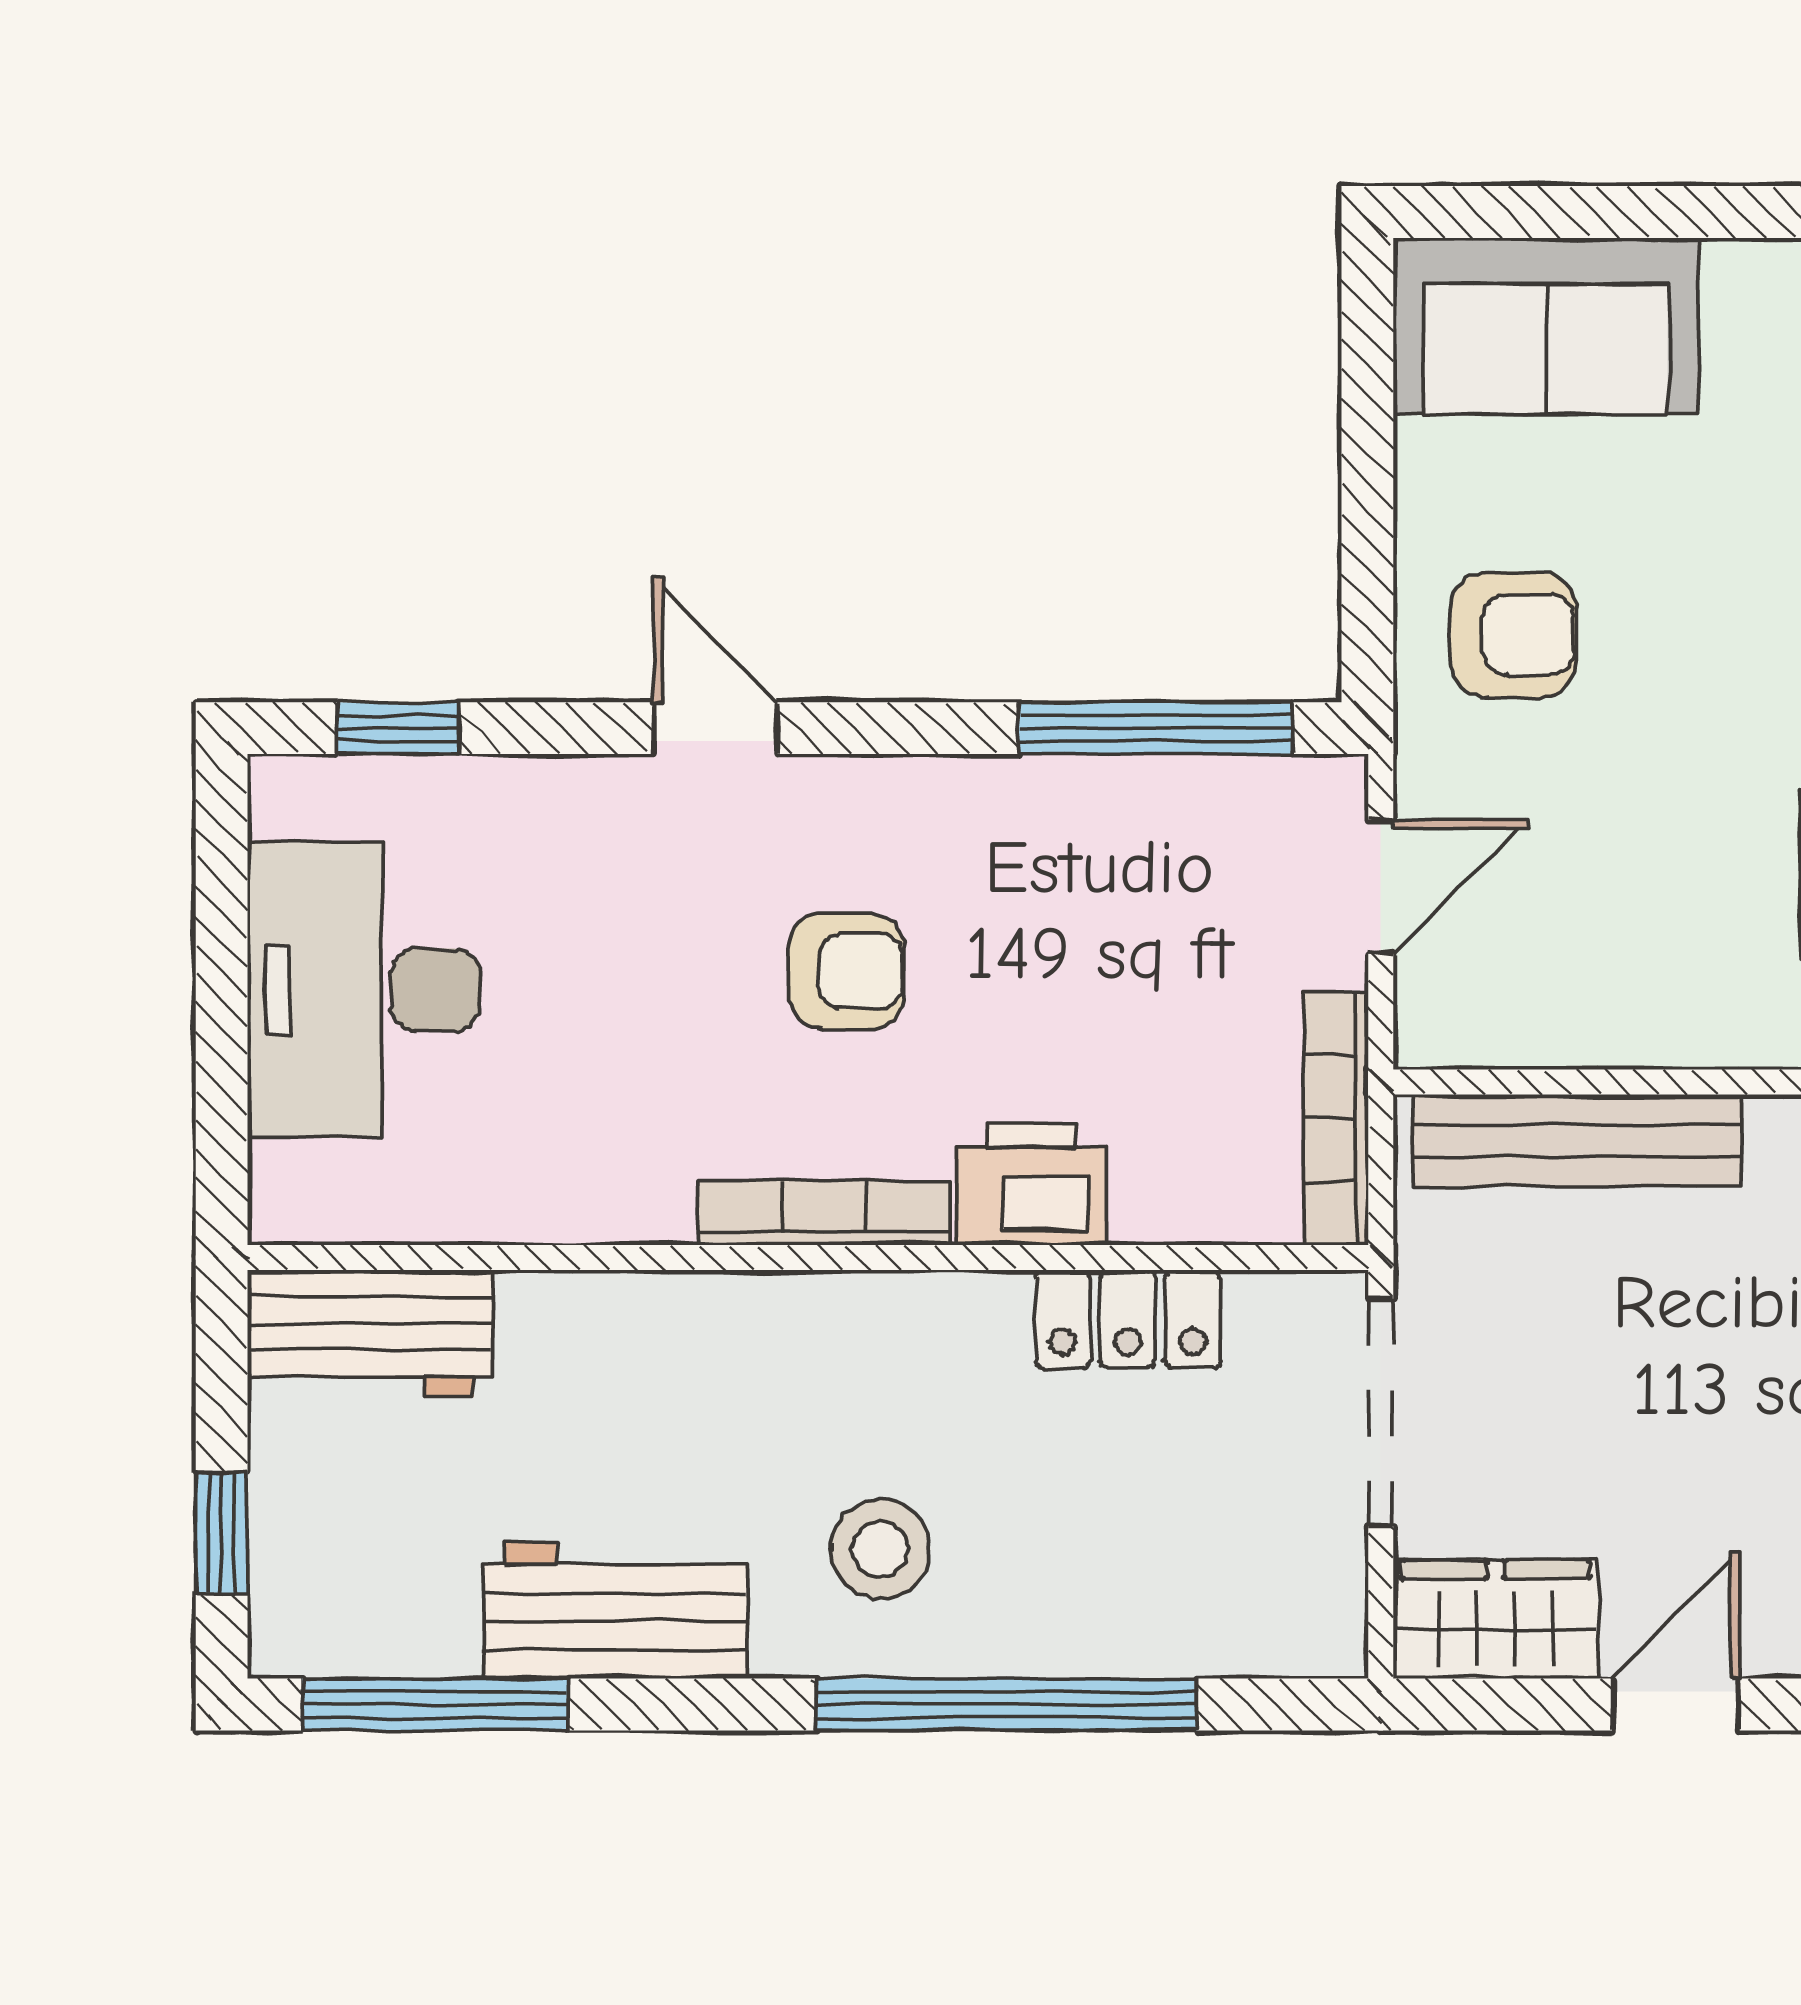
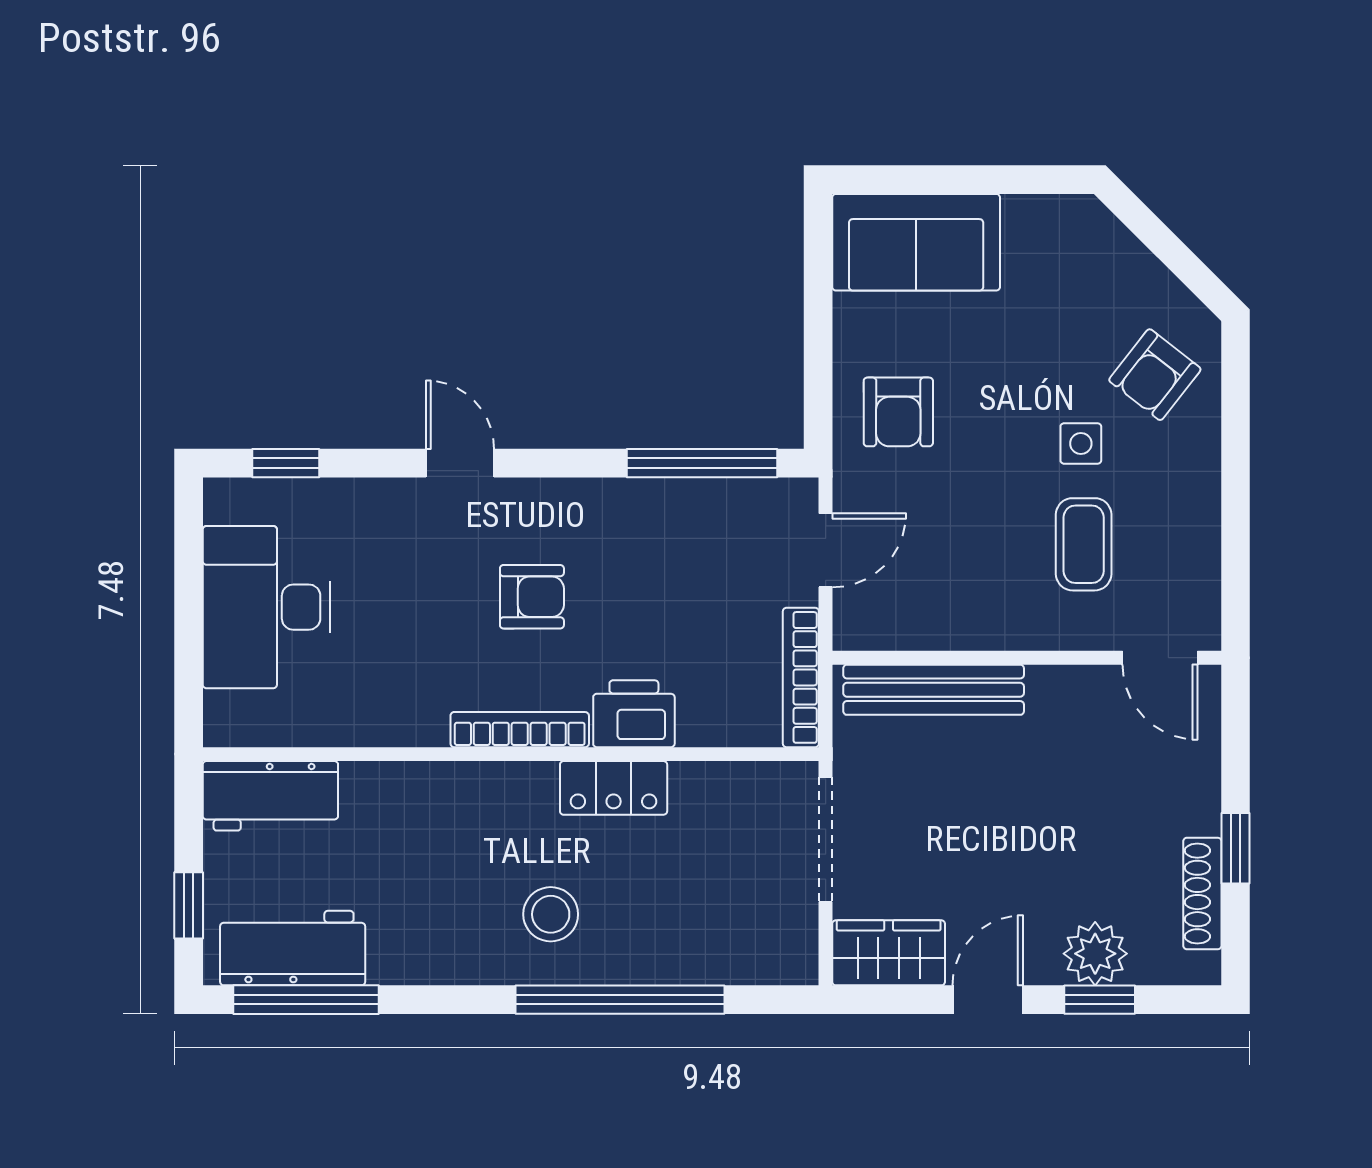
armchair: (1513, 635) -> (898, 412), turned 90
locker: (1128, 1319) -> (614, 788), moved
workbench: (616, 1611) -> (293, 948), moved

